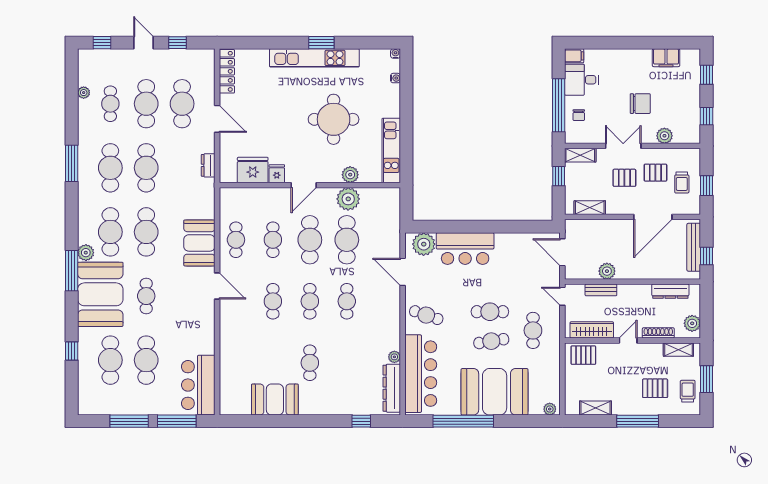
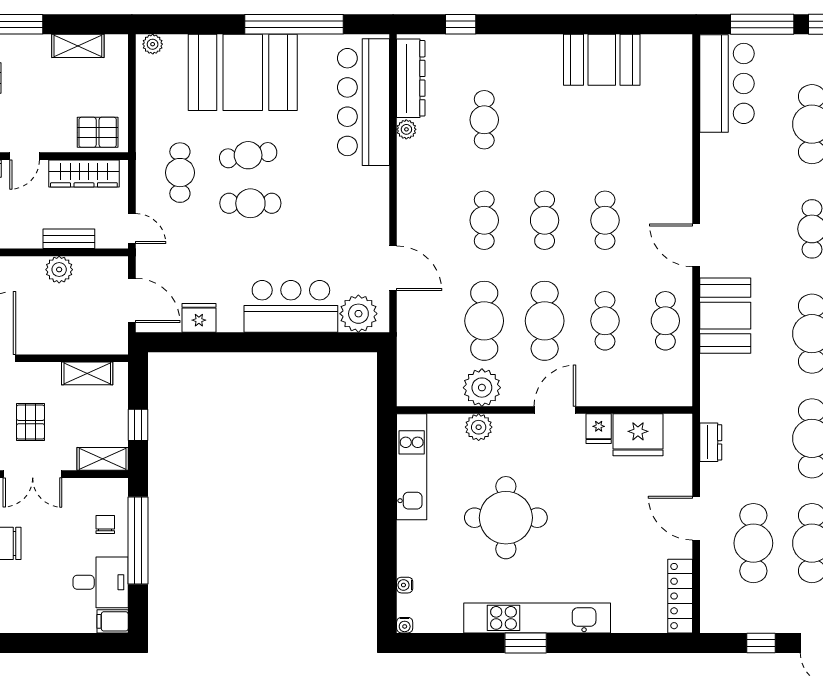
pallet: (624, 178) -> (31, 422), turned 90
fridge: (521, 242) -> (199, 318), added
cafe table: (426, 315) -> (354, 198), removed
cafe table: (310, 363) -> (484, 120), moved

